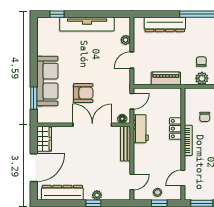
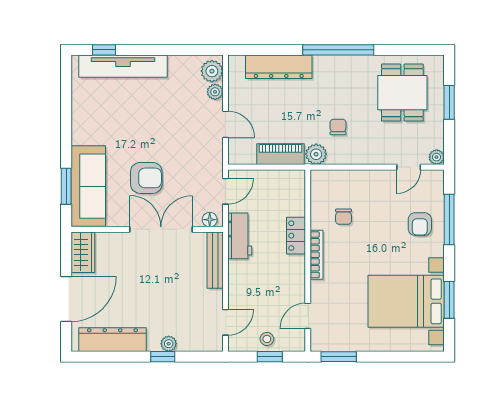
tv unit: (87, 24) -> (123, 66), moved
plant: (124, 27) -> (212, 71), added
door: (132, 60) -> (225, 124), swing flipped
plant: (202, 78) -> (316, 154), moved
sofa: (47, 81) -> (88, 186), moved

